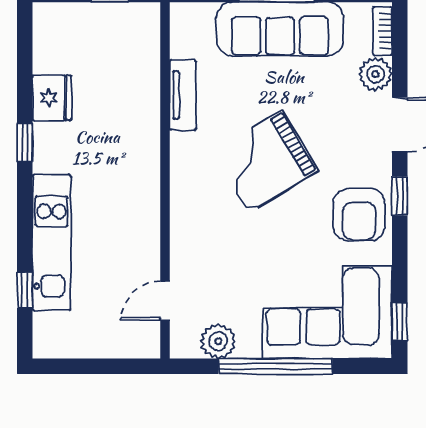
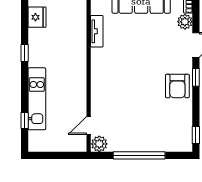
fridge: (52, 98) -> (37, 17), moved
grand piano: (265, 161) -> (134, 62), removed
corner sofa: (327, 312) -> (163, 131), removed
plant: (218, 341) -> (99, 144), moved

